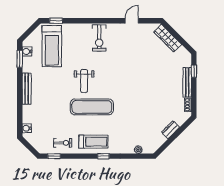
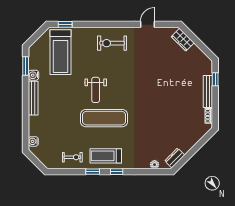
exercise bike: (99, 38) -> (112, 43), turned 90
wardrobe: (168, 38) -> (183, 40), width x0.67
water cooler: (27, 51) -> (34, 75), moved
dresser: (170, 130) -> (175, 158), moved
treadmill: (93, 142) -> (106, 156), turned 180
window: (54, 156) -> (93, 172), moved

